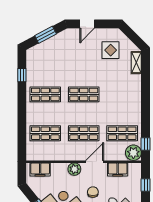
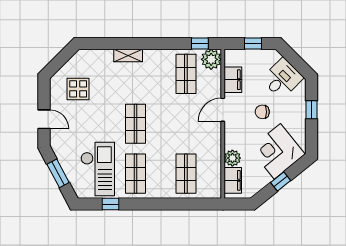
shelving: (136, 62) -> (128, 56), moved
checkout: (49, 65) -> (98, 169), added
shop shelf: (84, 133) -> (186, 124), removed
door: (95, 162) -> (223, 110), hinge flipped
plant: (74, 169) -> (232, 158), moved

